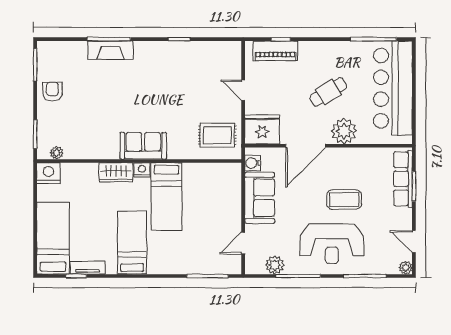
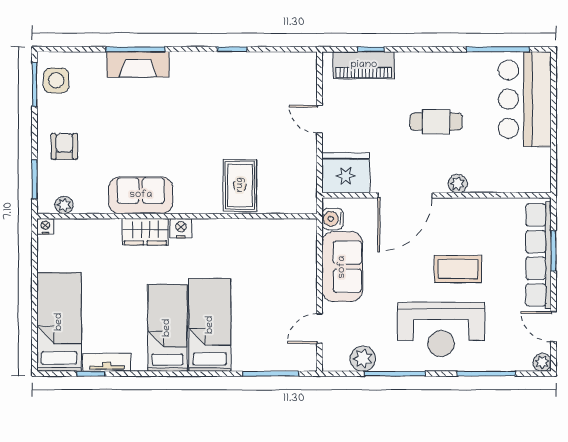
side table: (51, 62) -> (56, 80), added
bar counter: (393, 88) -> (525, 99), width x0.73
armchair: (52, 92) -> (64, 146), moved
cafe table: (328, 92) -> (436, 122), turned 32
plant: (344, 131) -> (458, 184), width x0.53, depth x0.53
rug: (217, 135) -> (240, 185), moved, turned 90
sofa: (143, 146) -> (141, 195), moved
nightstand: (48, 173) -> (45, 226), width x0.53, depth x0.56
row of seats: (403, 179) -> (539, 255), width x1.36
bed: (166, 197) -> (210, 325), moved, turned 180

